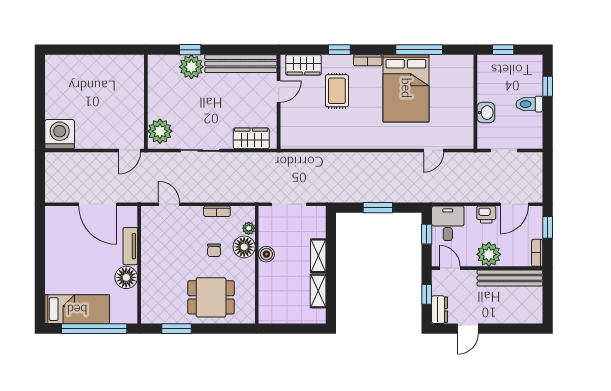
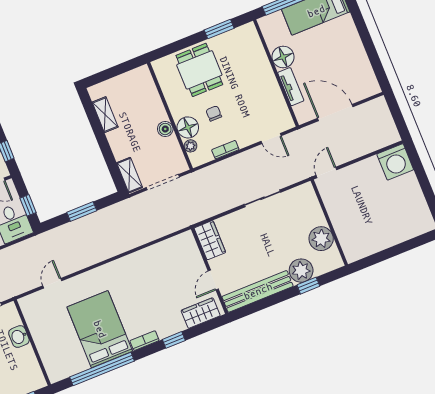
window: (419, 50) -> (102, 369), width x1.46
rug: (337, 91) -> (161, 302), removed
plant: (160, 131) -> (321, 239), moved
wardrobe: (251, 138) -> (210, 240), moved, turned -90
shelving: (318, 256) -> (130, 175), moved
dining table: (211, 297) -> (199, 70), turned 90

